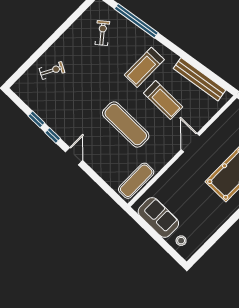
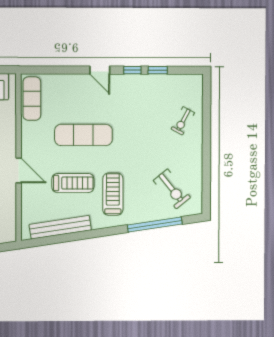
exercise bike: (102, 33) -> (172, 189), width x1.38, depth x1.39
treadmill: (163, 100) -> (73, 183), turned 180

